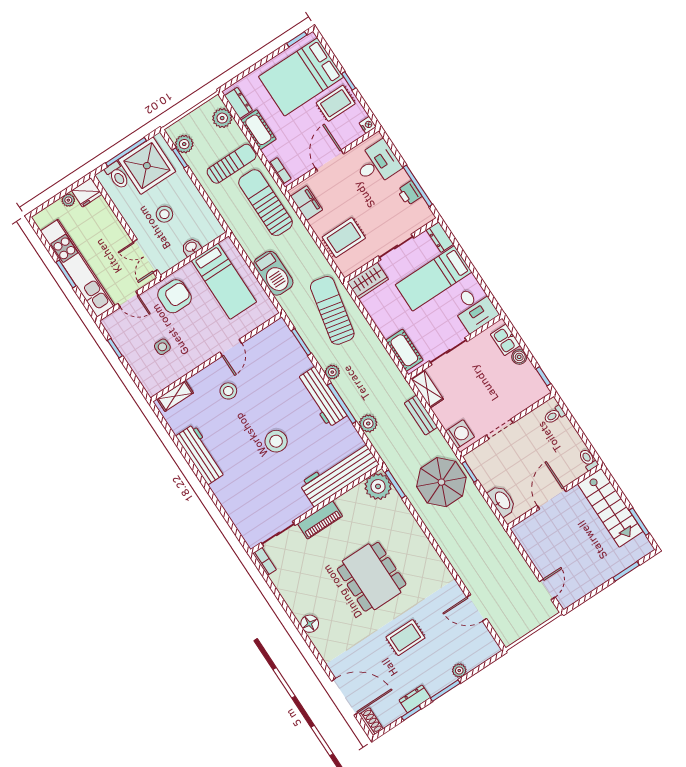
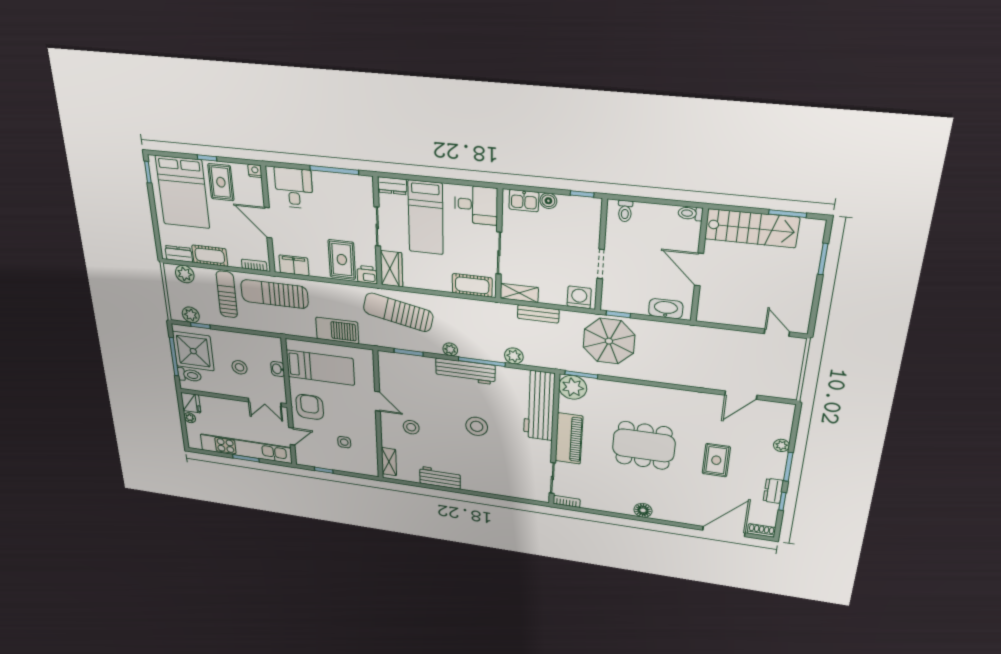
printer: (409, 193) -> (367, 275), moved, turned 180
workbench: (201, 454) -> (440, 478), width x0.73
piano: (320, 520) -> (569, 439), width x1.37, depth x1.33

